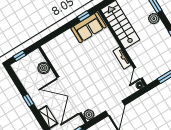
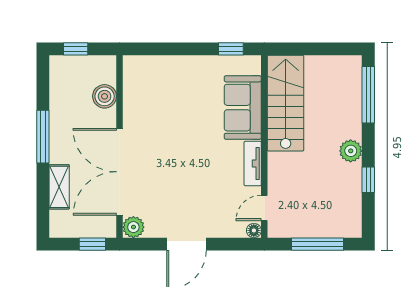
plant: (154, 19) -> (351, 151), moved
sofa: (88, 27) -> (243, 108), moved, turned 90
window: (28, 100) -> (43, 137), width x2.17

